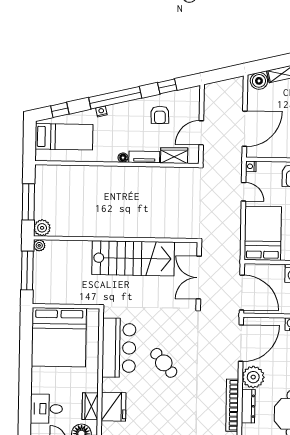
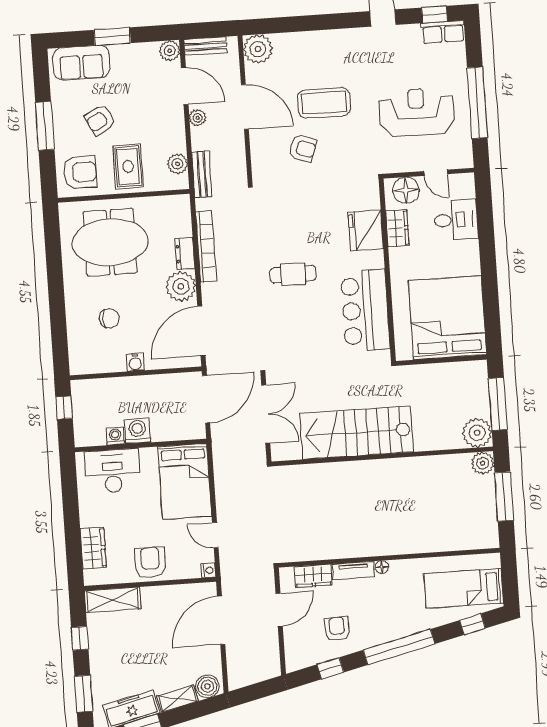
nightstand: (101, 111) -> (416, 627), removed
plant: (39, 245) -> (477, 433), width x1.88, depth x1.88
door: (242, 292) -> (206, 399), swing flipped
cafe table: (164, 363) -> (293, 274), moved, turned -50
dresser: (248, 406) -> (185, 254), width x0.70

